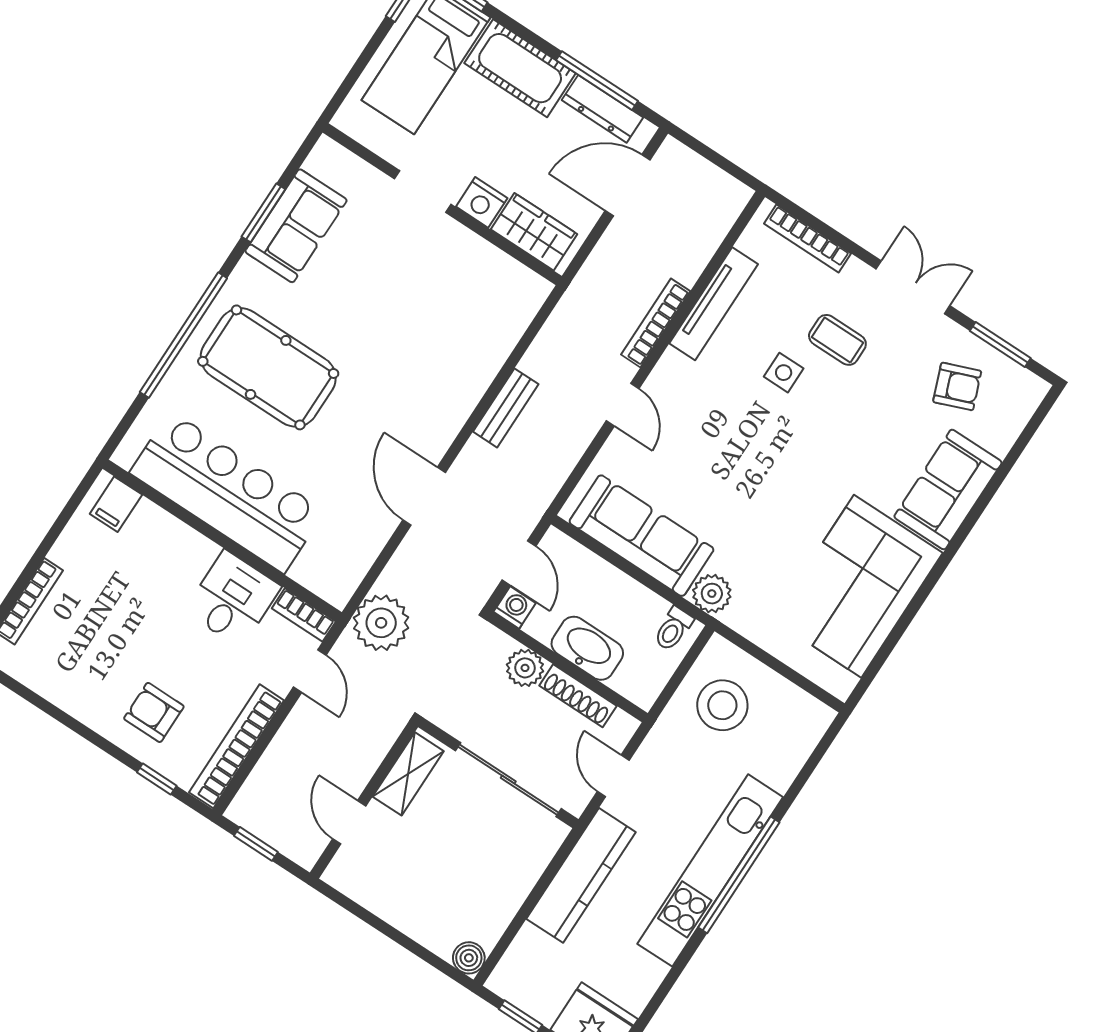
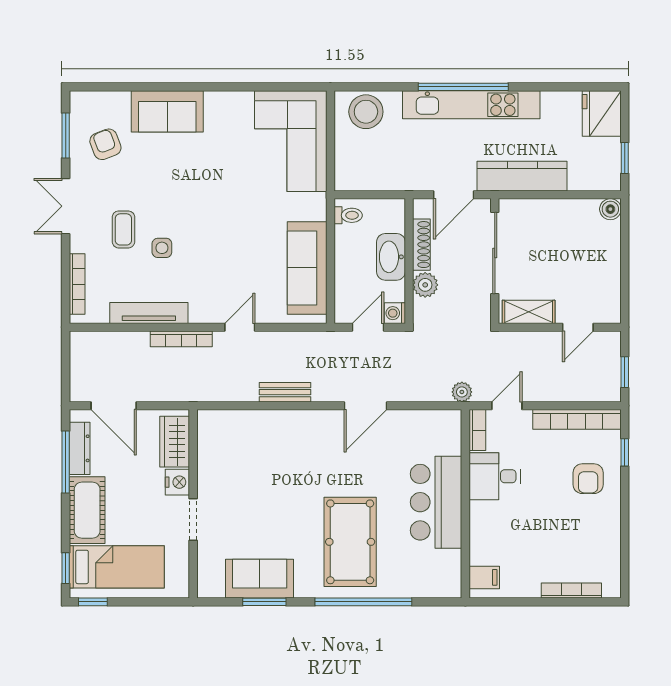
bar counter: (227, 492) -> (436, 502), width x0.73
corner sofa: (858, 586) -> (291, 141), moved, turned 90
plant: (712, 594) -> (314, 207), removed
plant: (381, 623) -> (462, 392), width x0.53, depth x0.53
stool: (722, 705) -> (366, 112), moved
door: (613, 776) -> (454, 195), width x1.38

